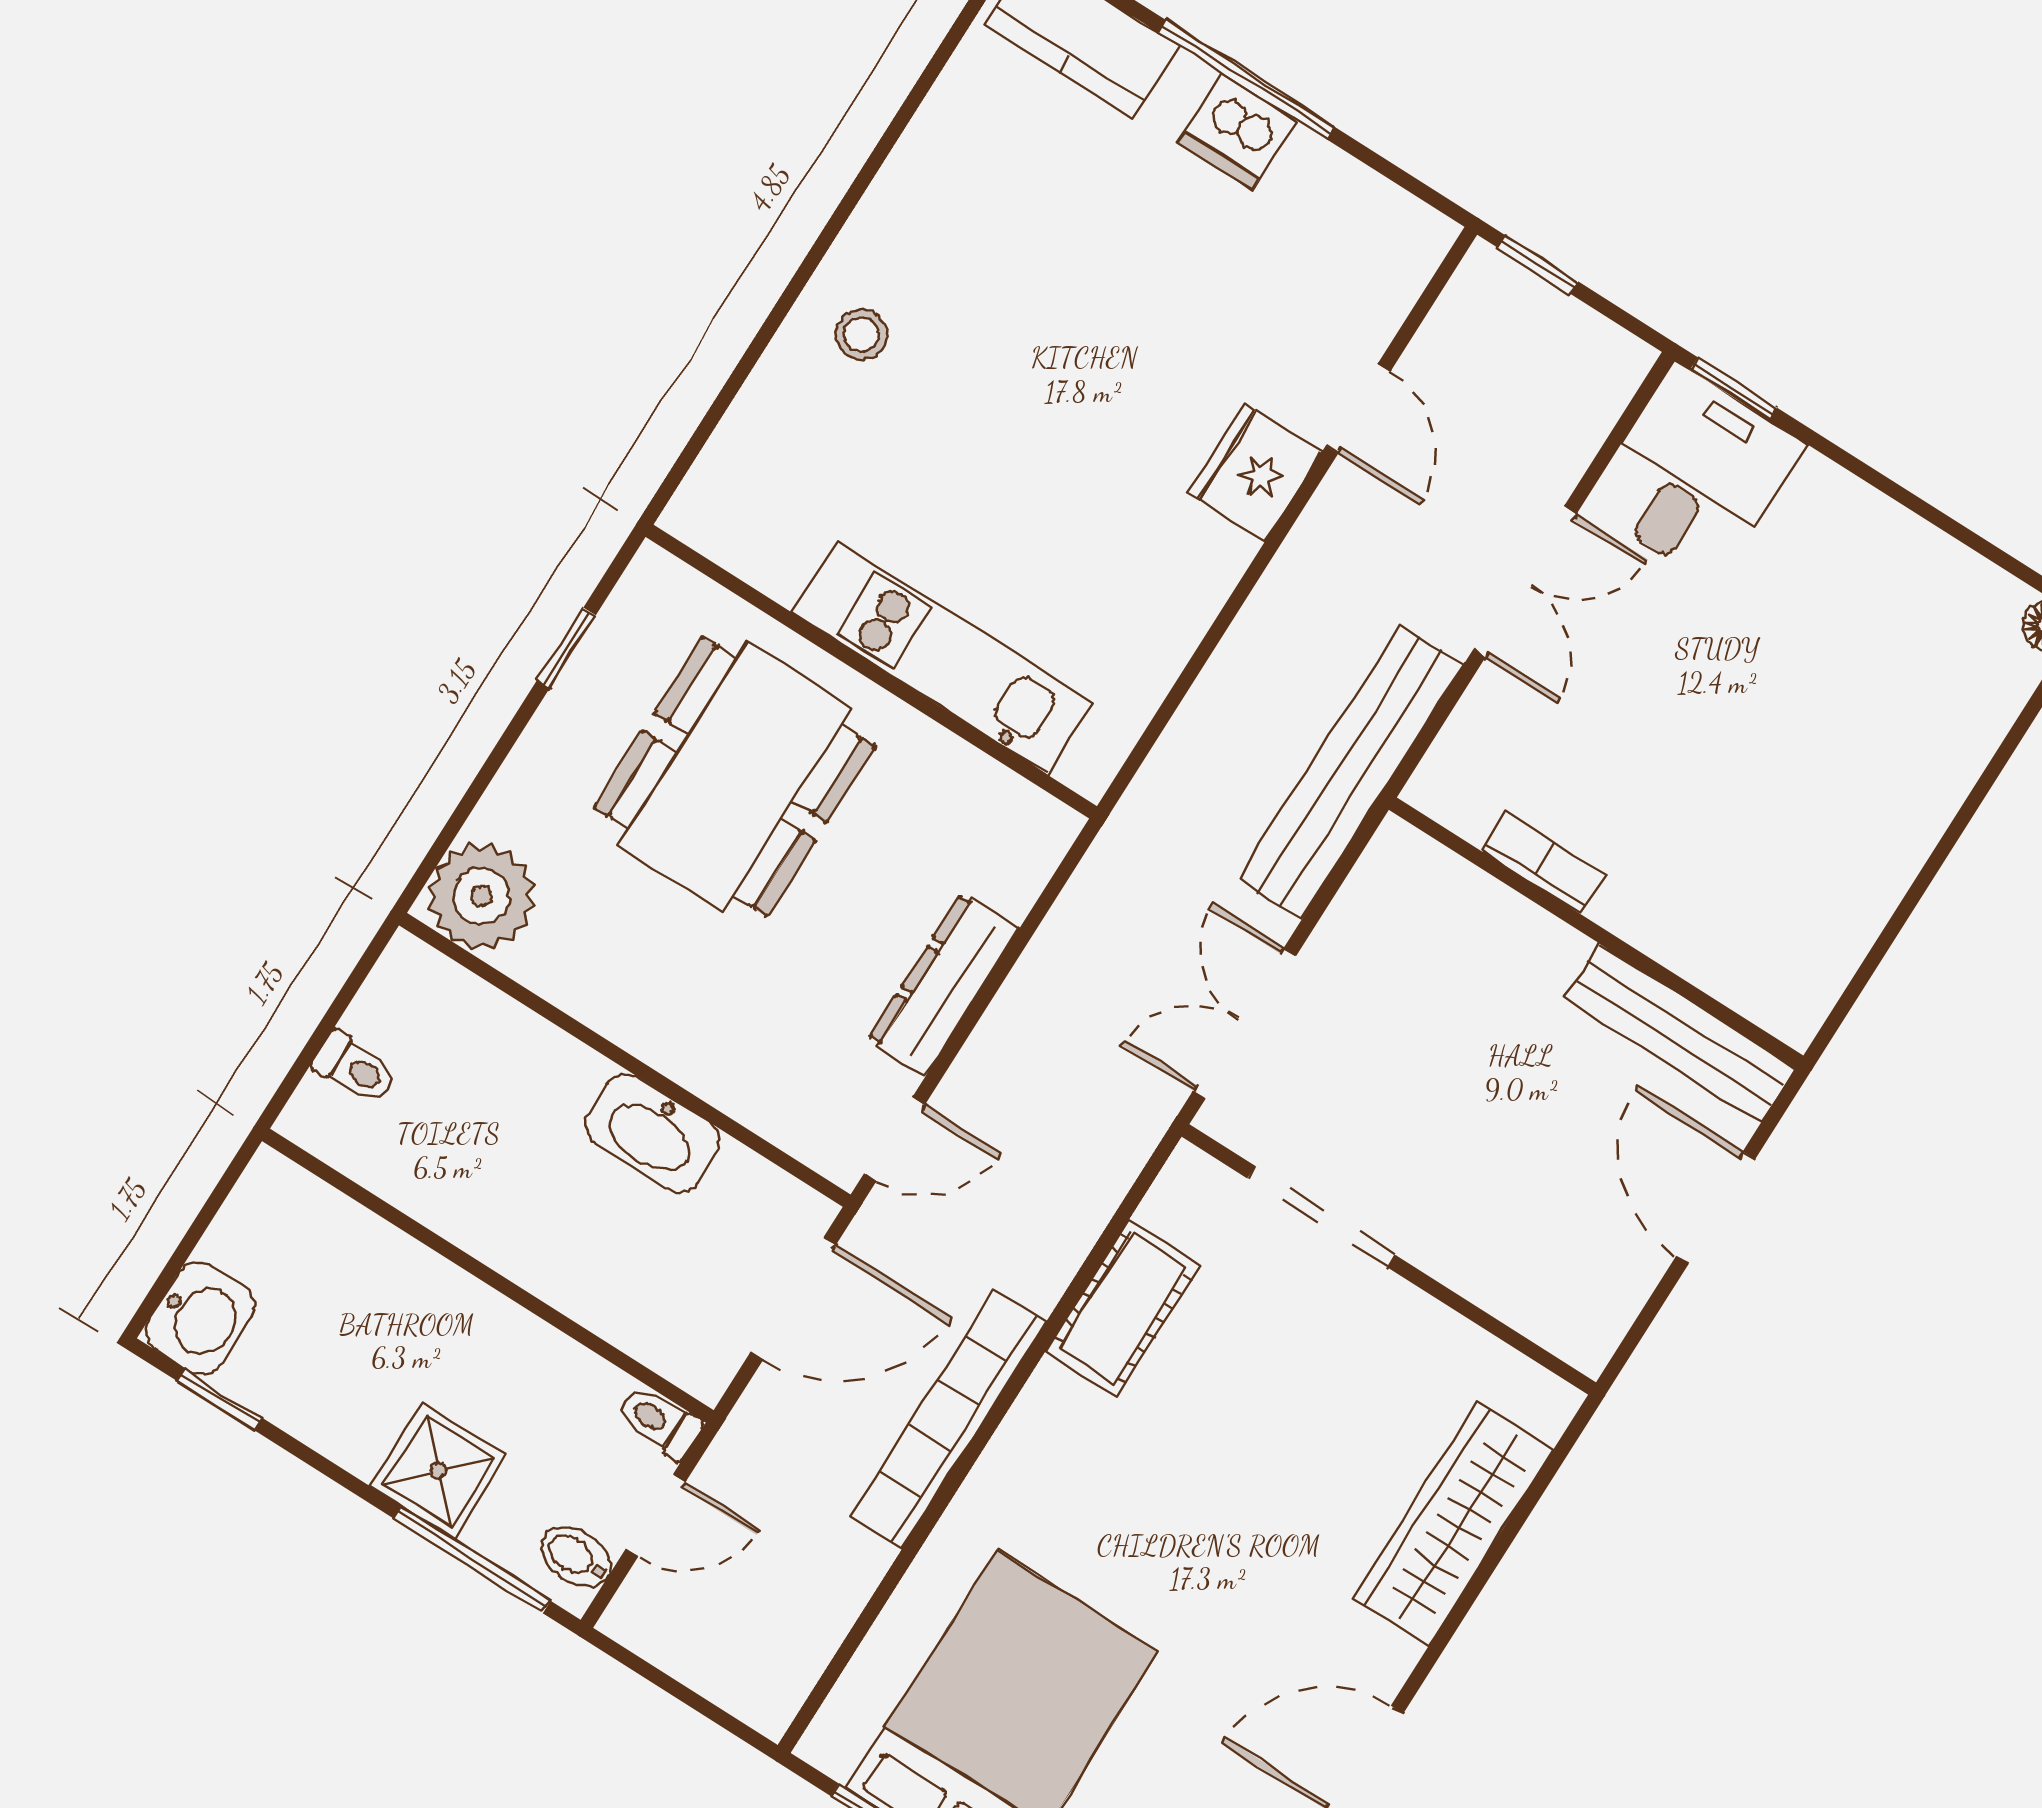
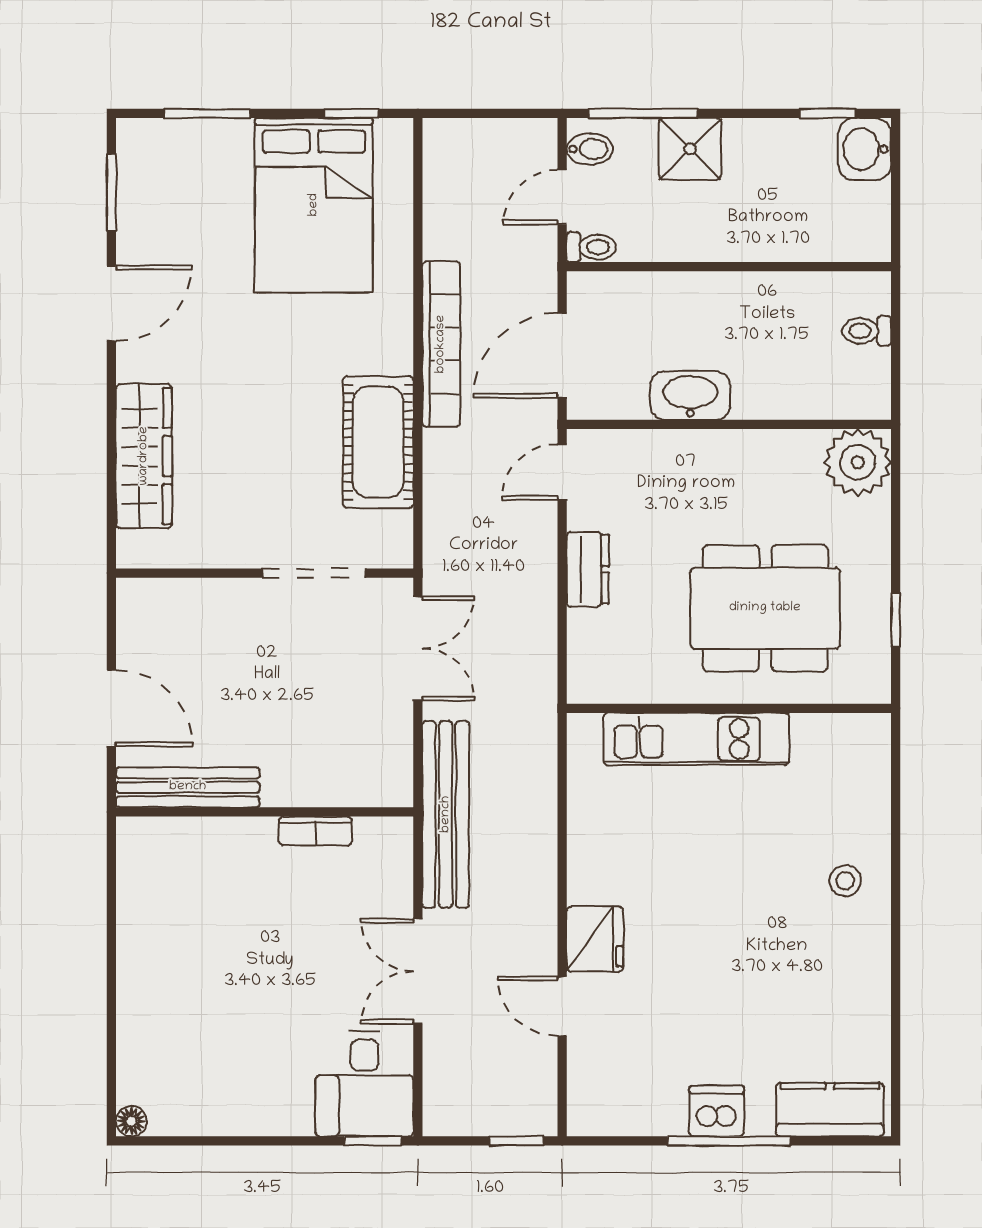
dining table: (735, 777) -> (765, 608), turned 90
dresser: (944, 984) -> (588, 569), width x0.70
cot: (1123, 1308) -> (378, 442), width x1.37, depth x1.34

